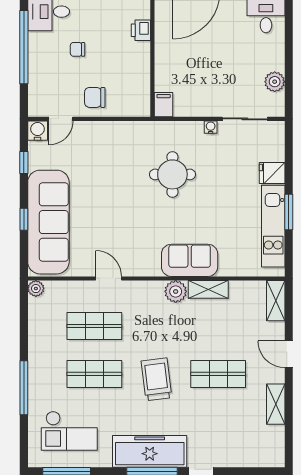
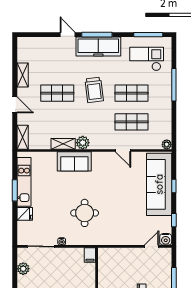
chair: (95, 97) -> (131, 259), removed

